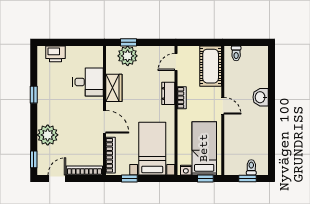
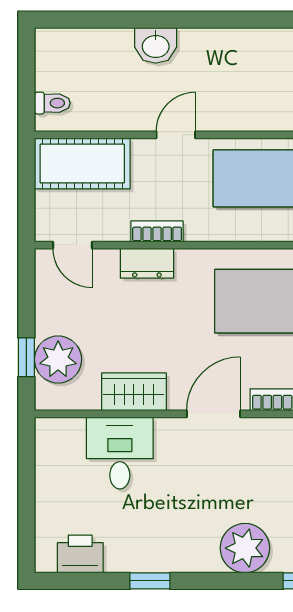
printer: (56, 54) -> (80, 554), moved, turned -90

